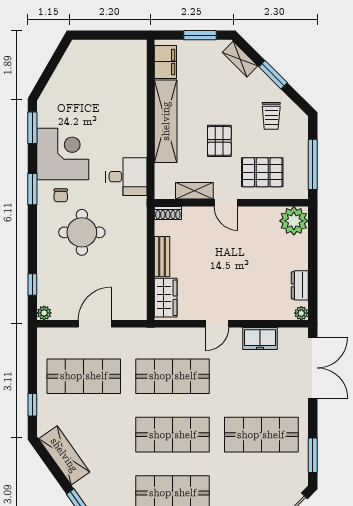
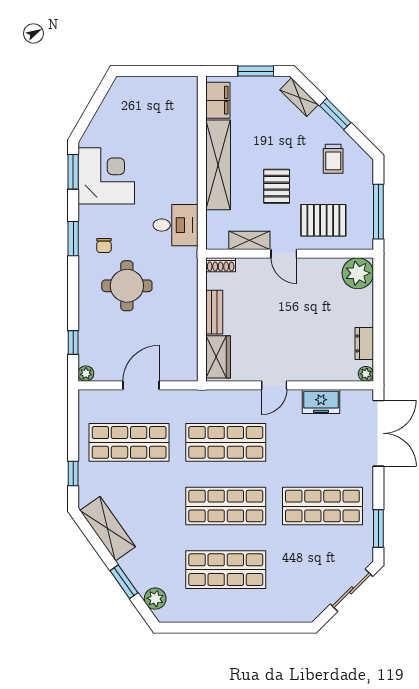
corner desk: (63, 154) -> (106, 176), moved

